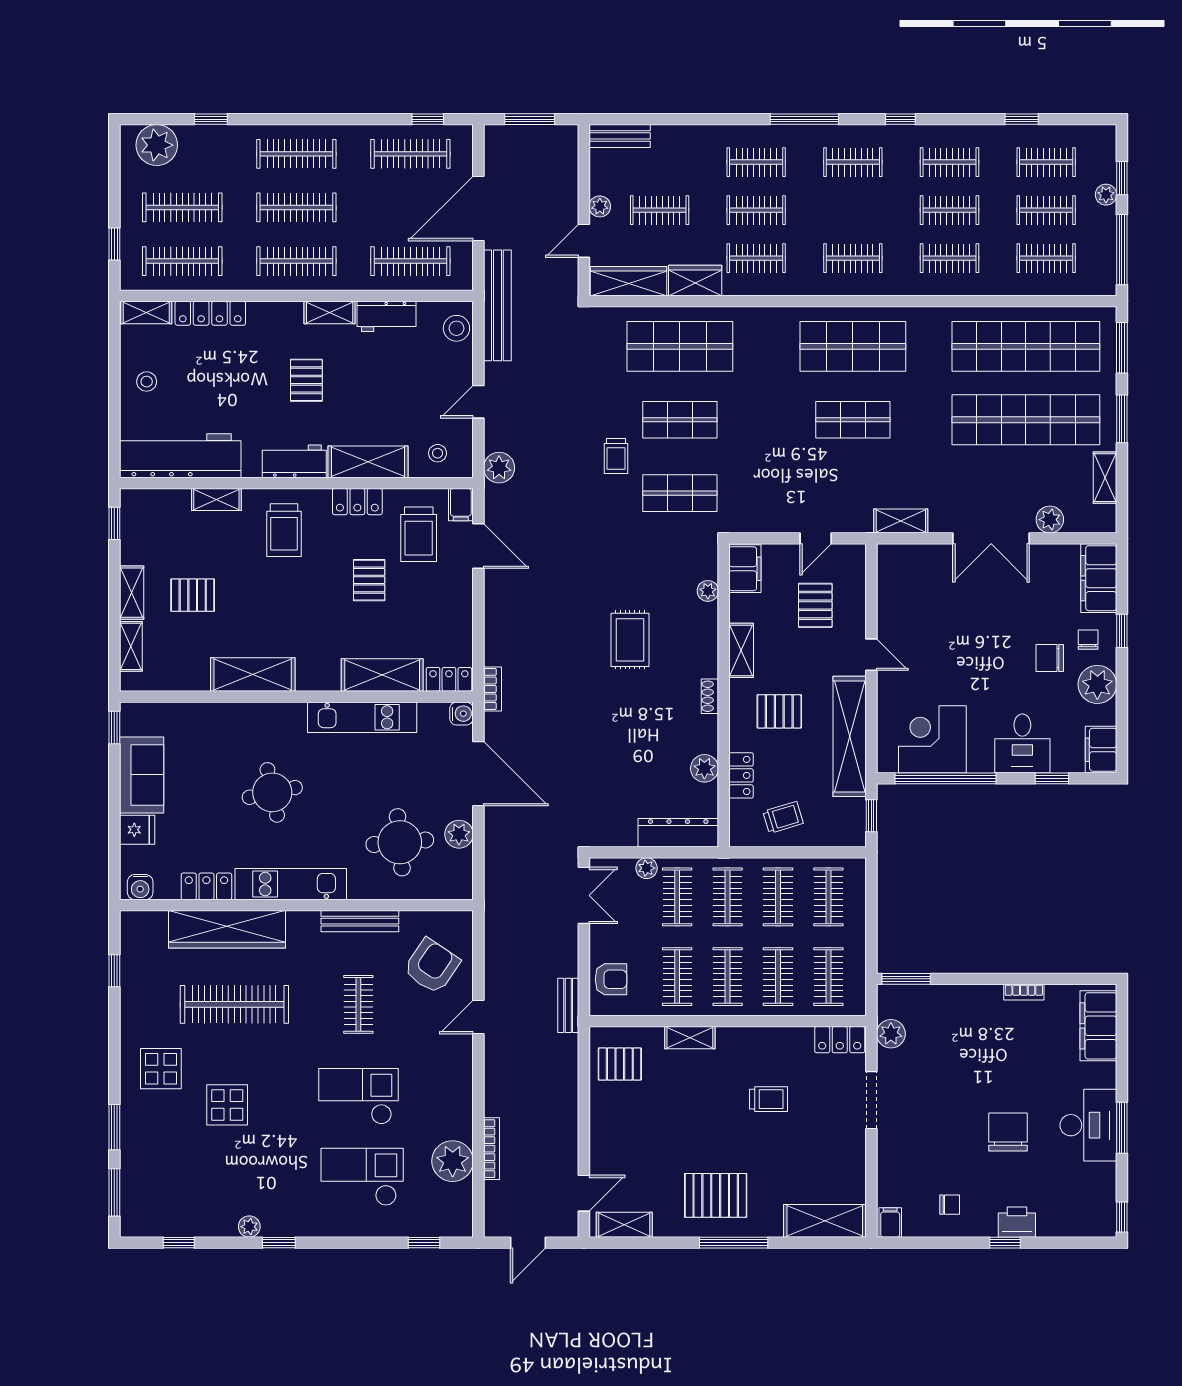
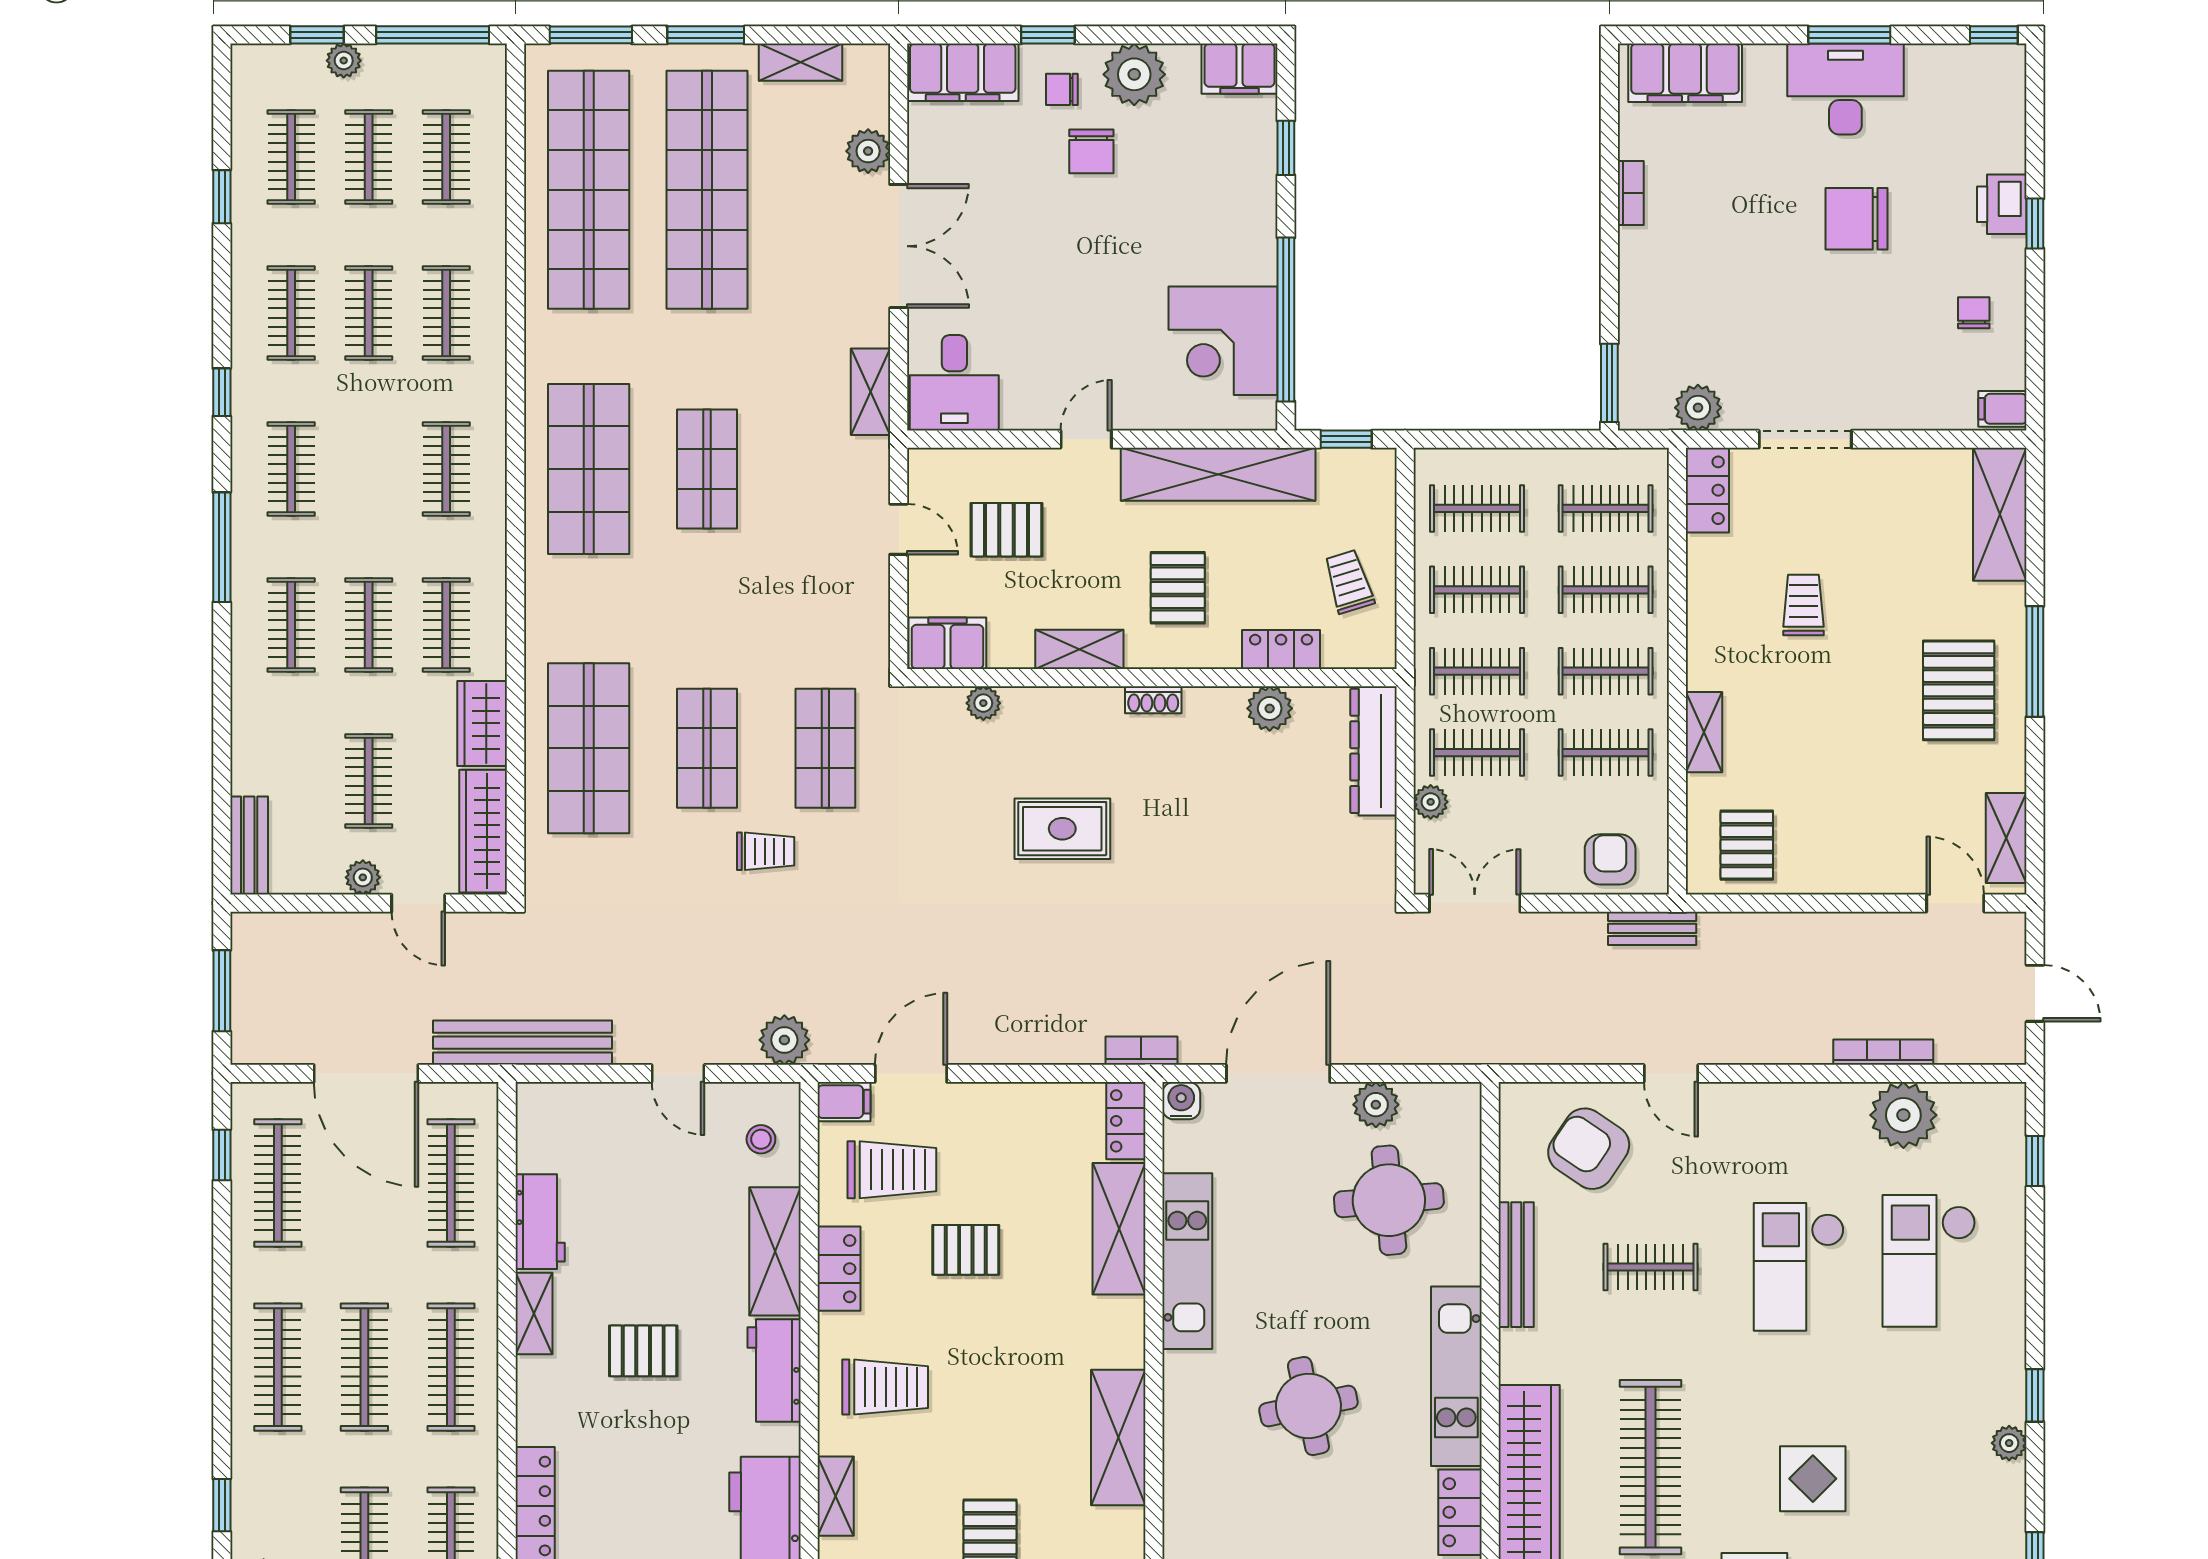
stool: (456, 328) -> (559, 1109), removed
desk: (1022, 743) -> (954, 383), moved, turned 90

